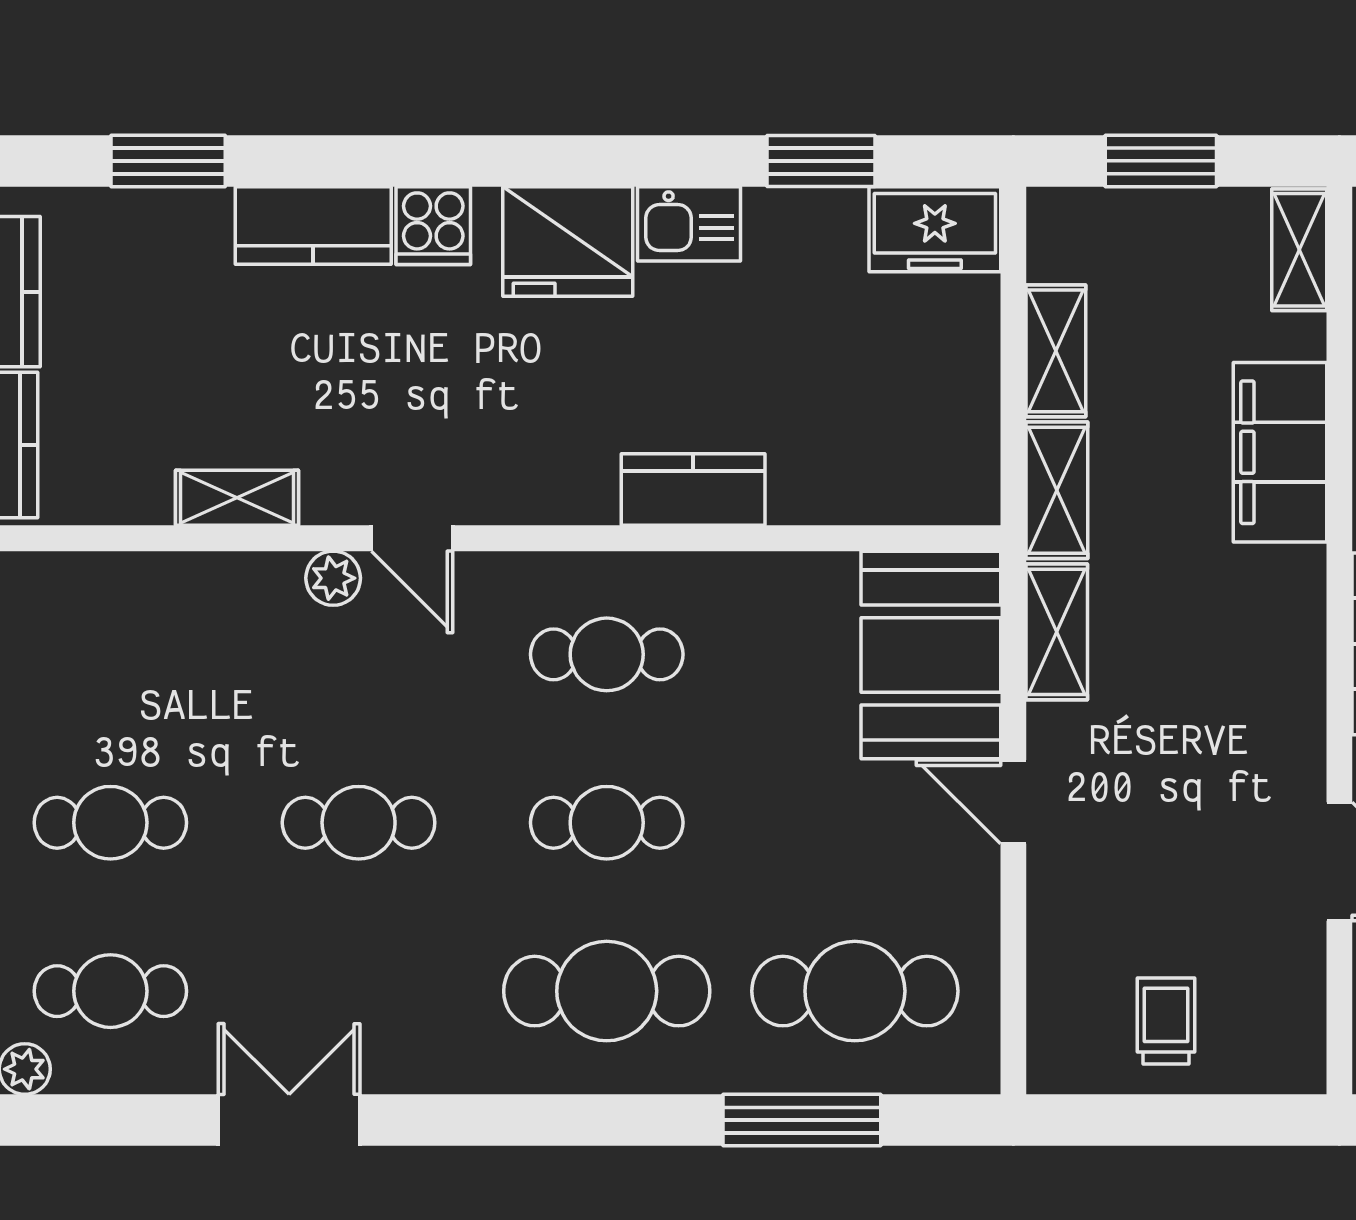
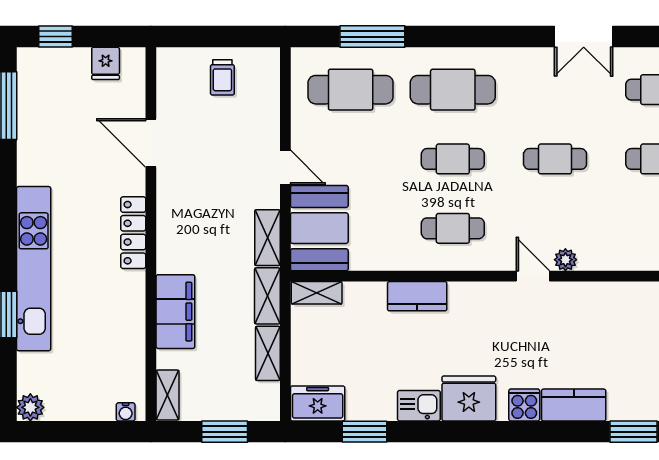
shelving: (237, 498) -> (317, 293), moved

